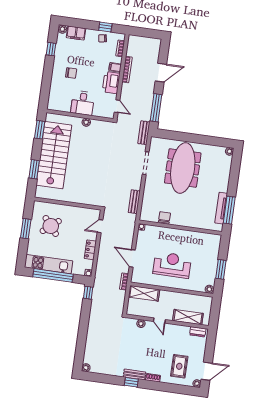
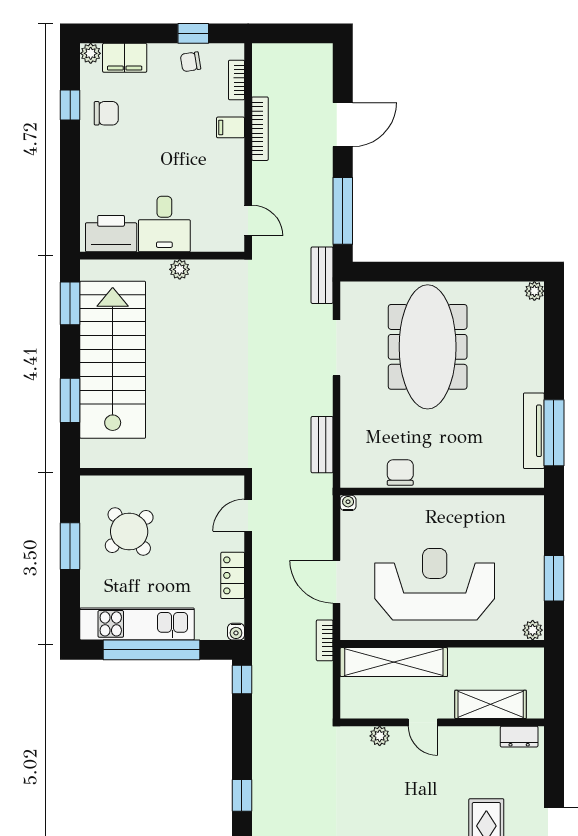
chair: (71, 73) -> (106, 113), moved
printer: (111, 83) -> (111, 234), moved, turned 90
reception desk: (172, 265) -> (435, 584), width x1.36, depth x1.30
shelving: (144, 293) -> (394, 662), width x1.47
window: (82, 340) -> (242, 795), added

